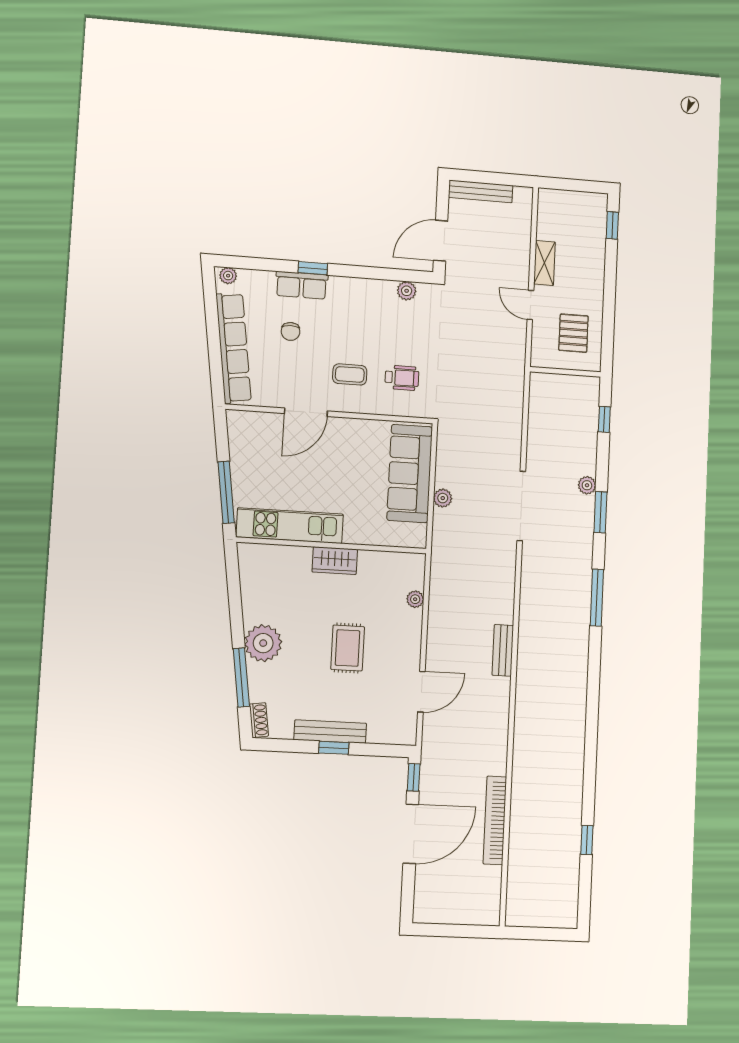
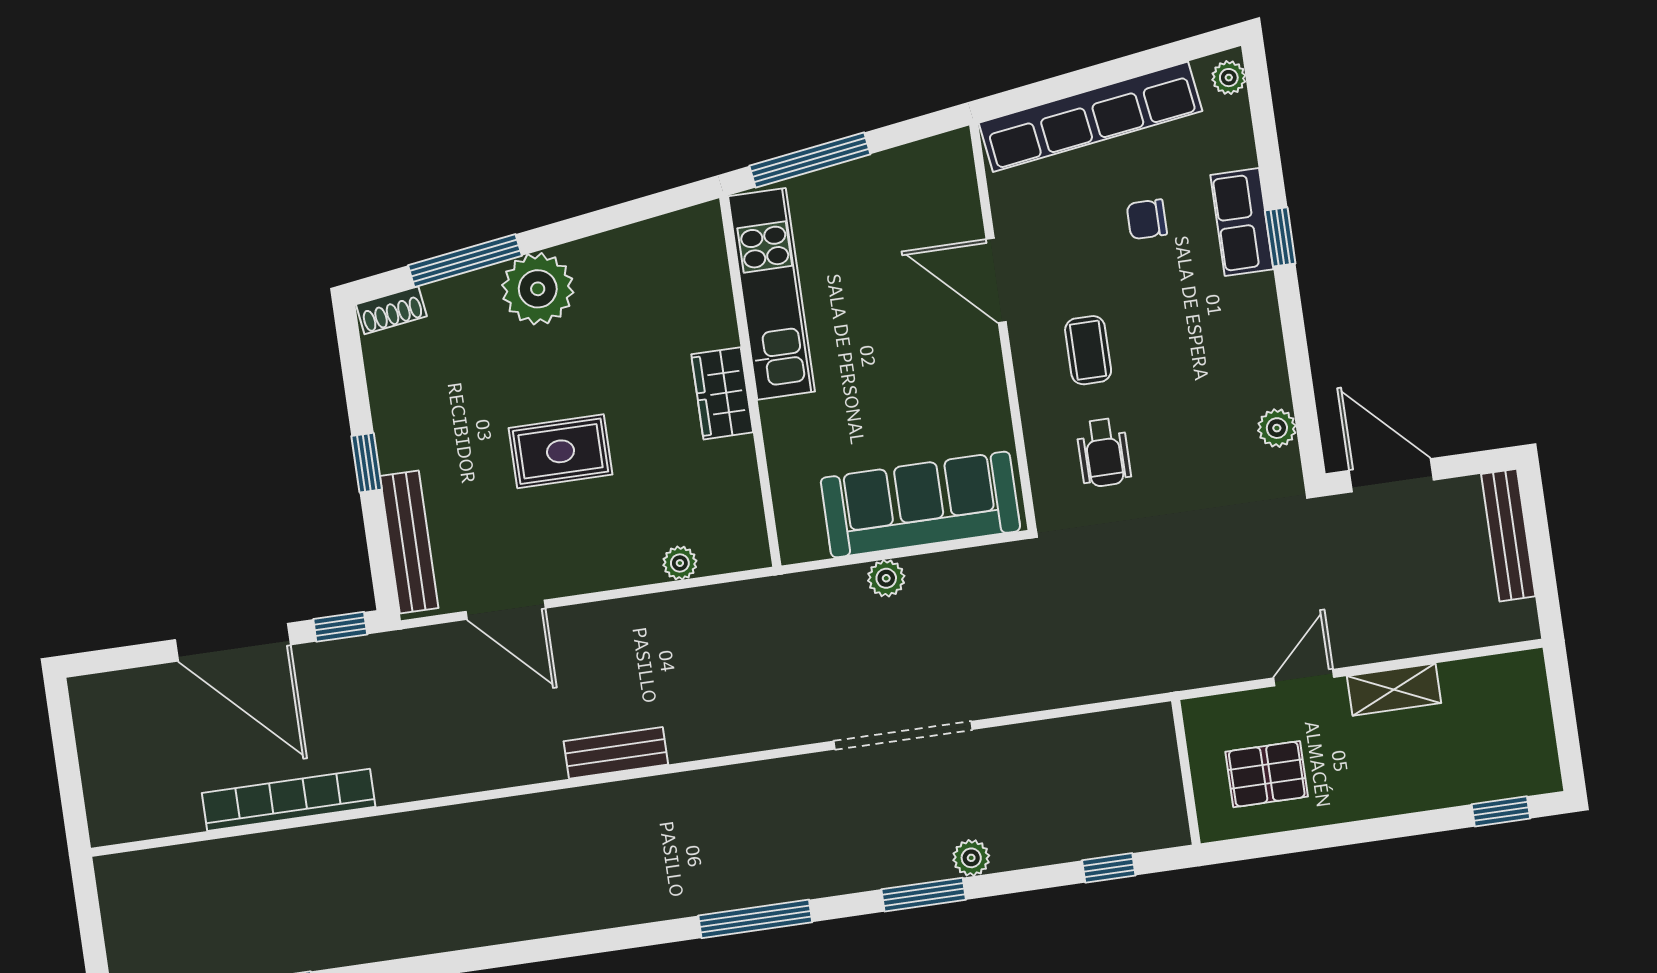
bench: (330, 732) -> (409, 542), moved

